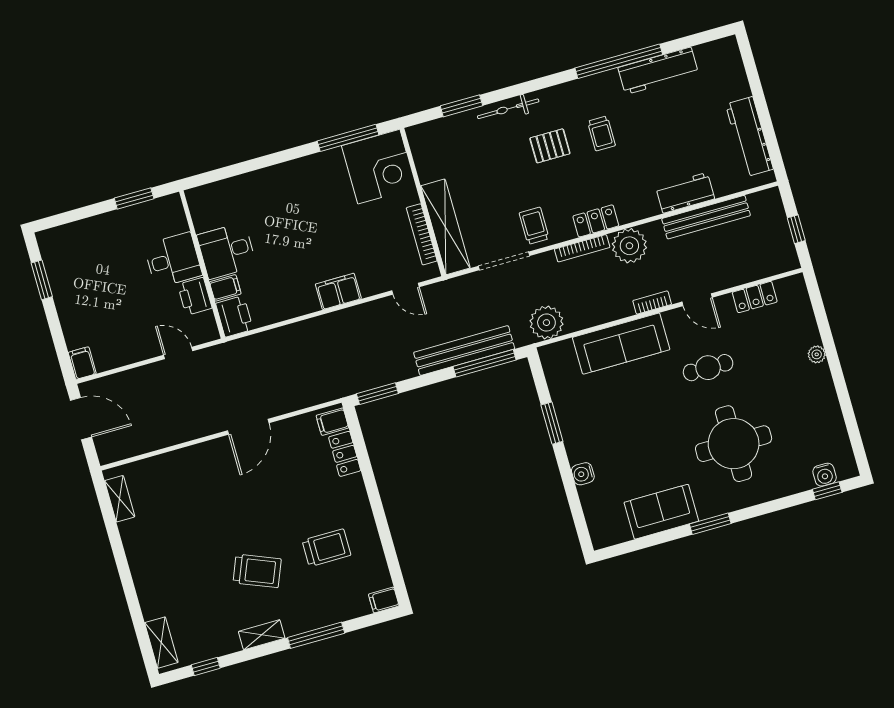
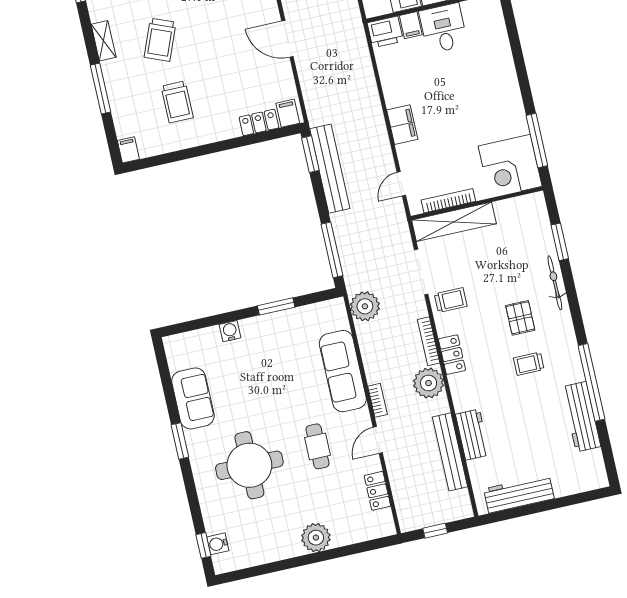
bench: (464, 351) -> (330, 169), moved
plant: (817, 354) -> (316, 538), width x1.87, depth x1.87

